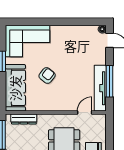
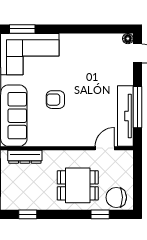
window: (22, 22) -> (22, 29), added
armchair: (47, 76) -> (55, 100), turned -129

